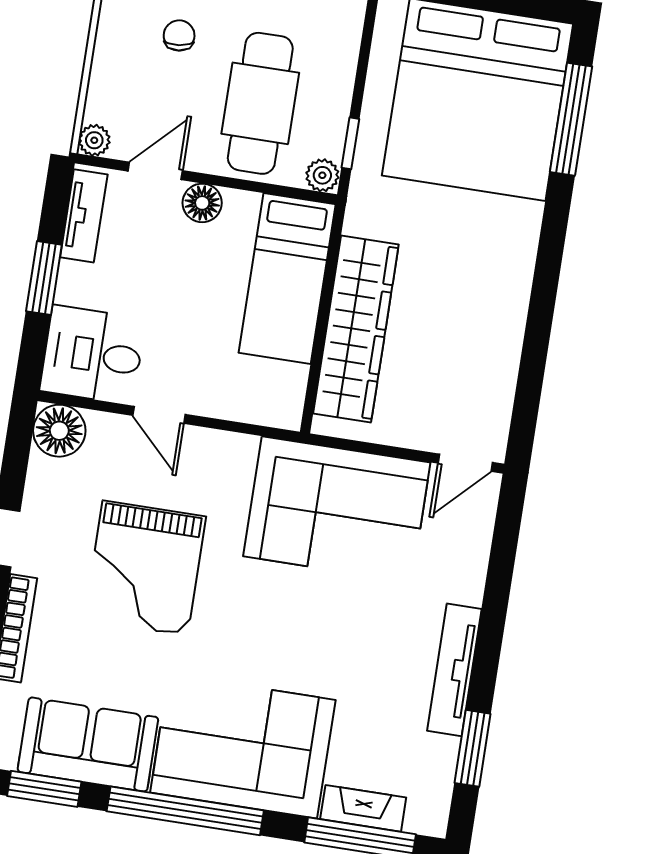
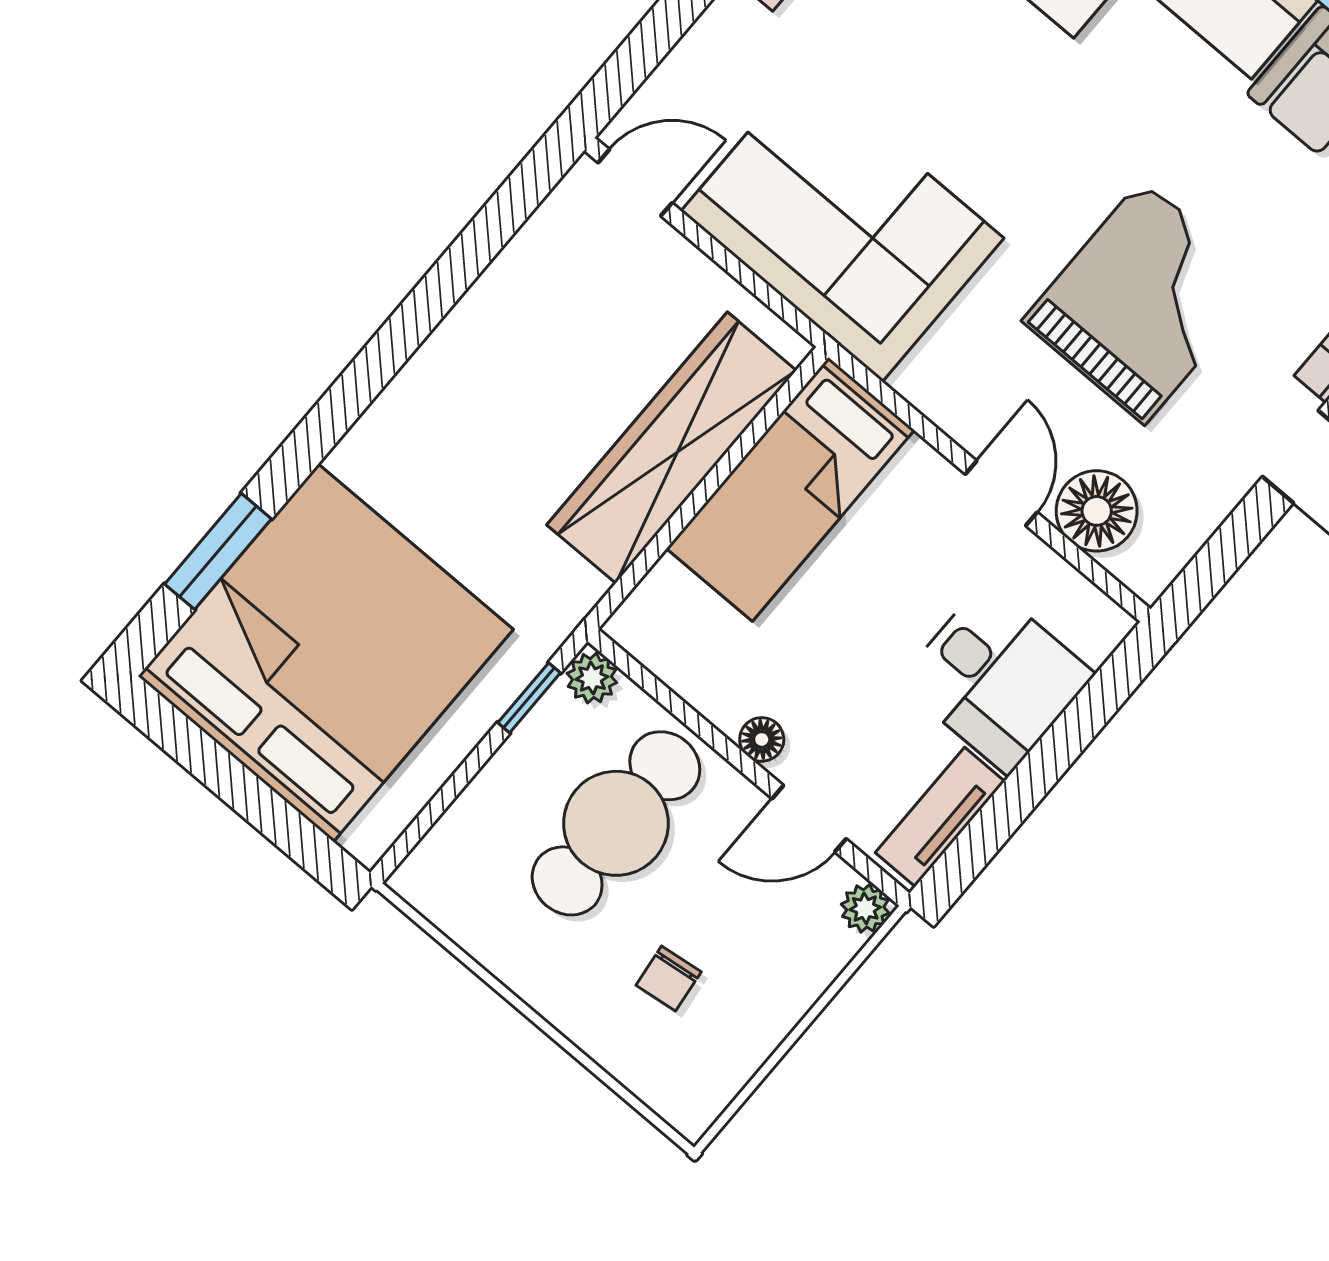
window: (571, 119) -> (218, 551), width x0.69
floor lamp: (202, 203) -> (762, 739), width x0.73, depth x0.73
window: (44, 278) -> (1043, 767), removed
bed: (287, 279) -> (790, 489), moved, turned 180
desk: (93, 355) -> (996, 678), moved
floor lamp: (59, 431) -> (1097, 511), moved

